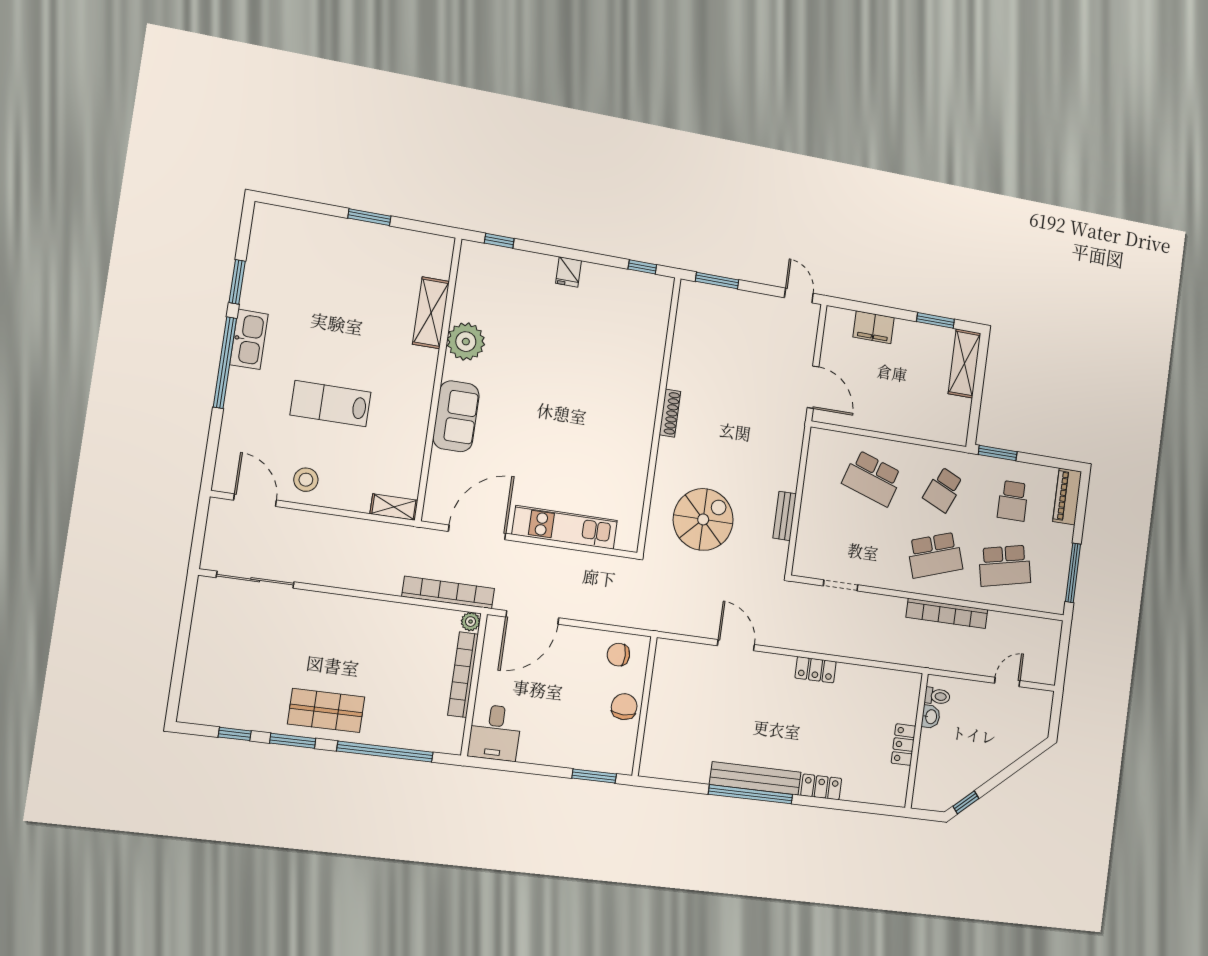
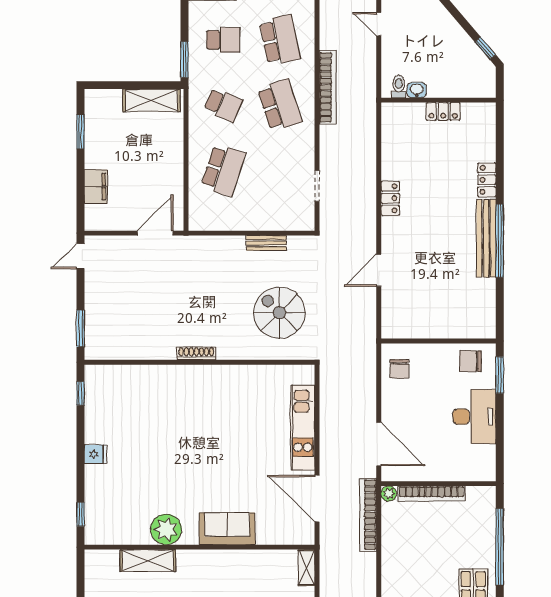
shelving: (964, 363) -> (151, 100), moved
chair: (624, 707) -> (470, 361), moved
desk: (495, 733) -> (474, 417), moved, width x1.37

